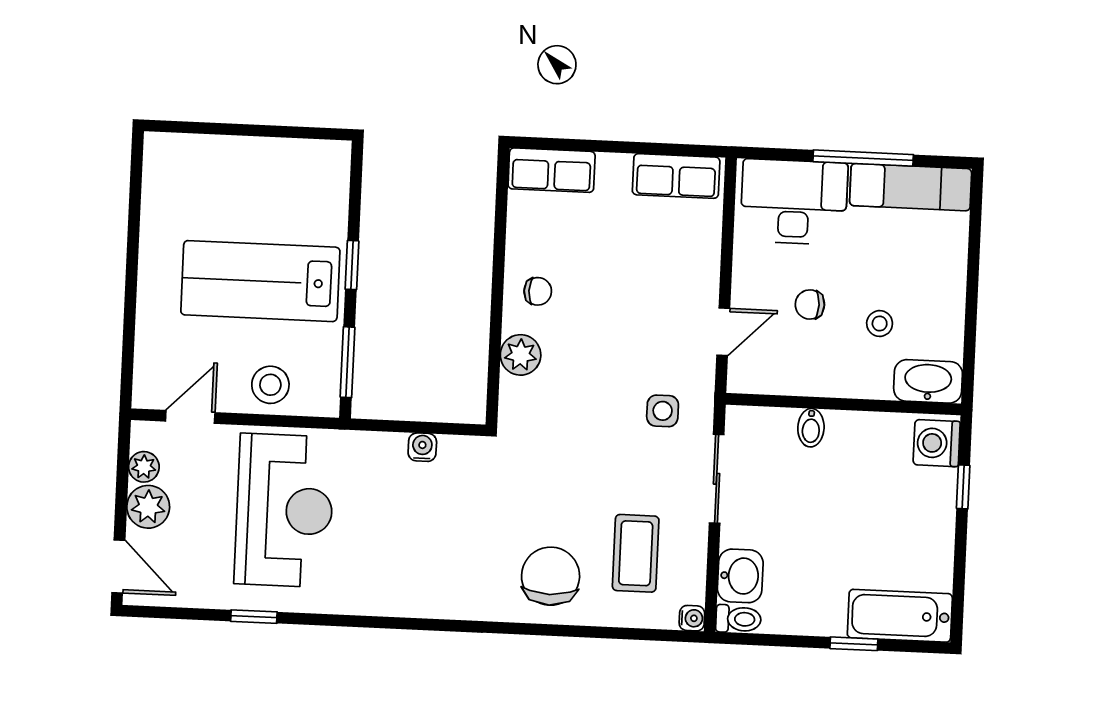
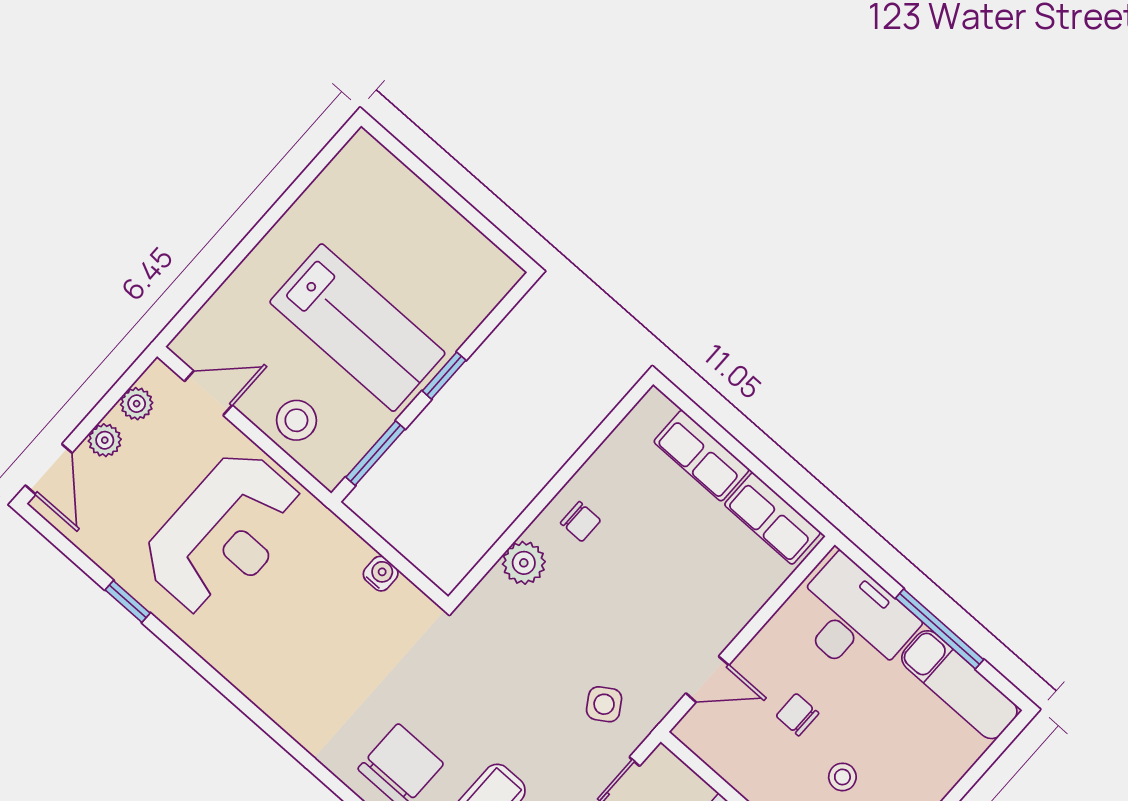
row of seats: (552, 170) -> (702, 456), moved
lab bench: (260, 281) -> (357, 328), turned 180
side table: (663, 411) -> (604, 704), turned -33
plant: (148, 507) -> (105, 440), width x0.73, depth x0.73

